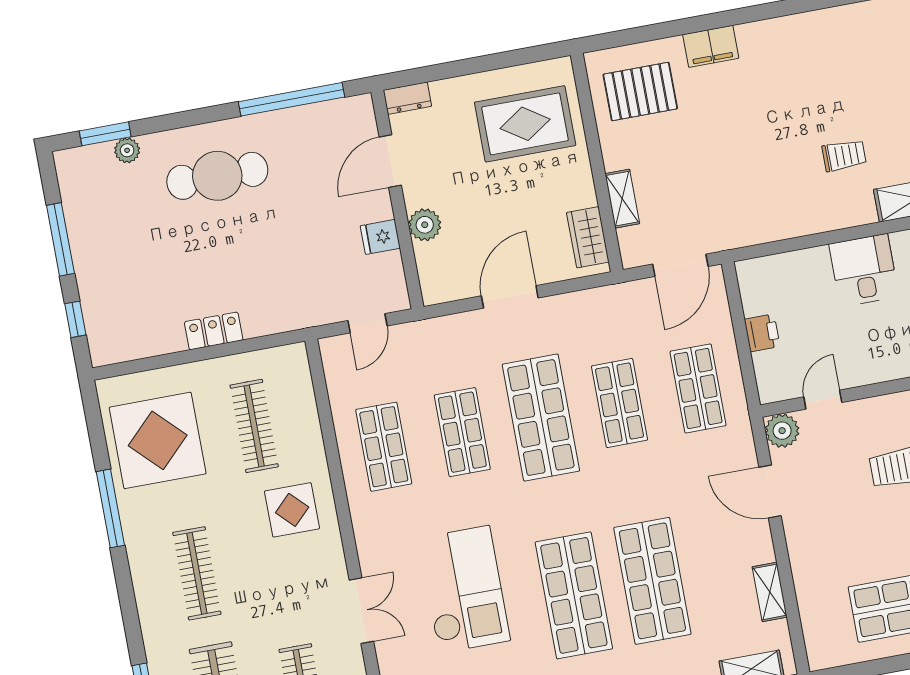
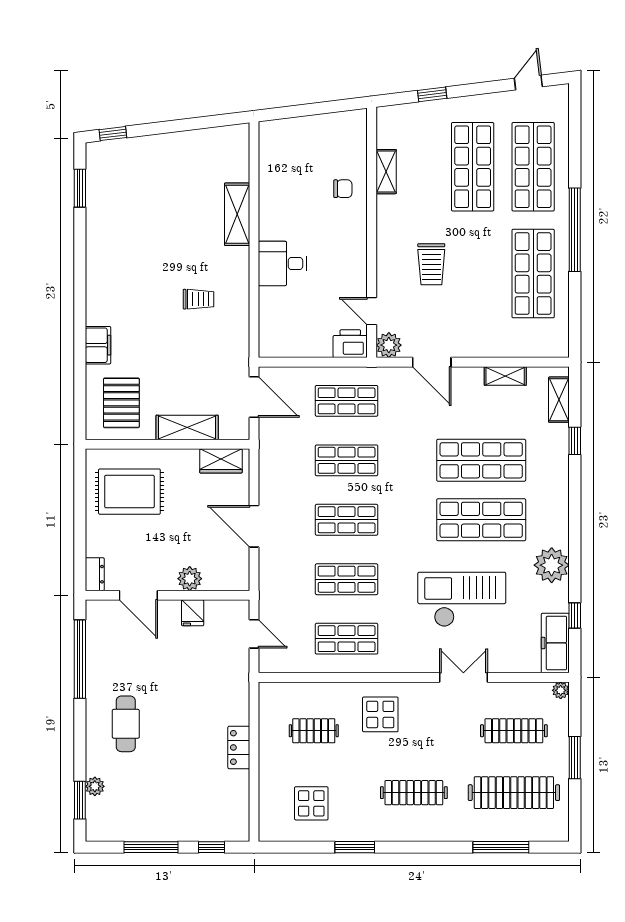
rug: (525, 124) -> (129, 492), turned 90
trolley: (844, 155) -> (199, 299), moved, turned 90
cafe table: (217, 176) -> (126, 724), width x0.73, depth x0.74
shelving: (622, 199) -> (187, 427), width x1.50, depth x1.33
printer: (762, 333) -> (350, 344), moved, width x1.36, depth x1.24
shop shelf: (541, 418) -> (347, 520), width x0.70, depth x0.74
clothes rail: (254, 426) -> (314, 731), width x0.73
display table: (158, 440) -> (311, 803), width x0.54, depth x0.54
door: (770, 491) -> (432, 362), hinge flipped
window: (110, 508) -> (355, 847), width x0.69

